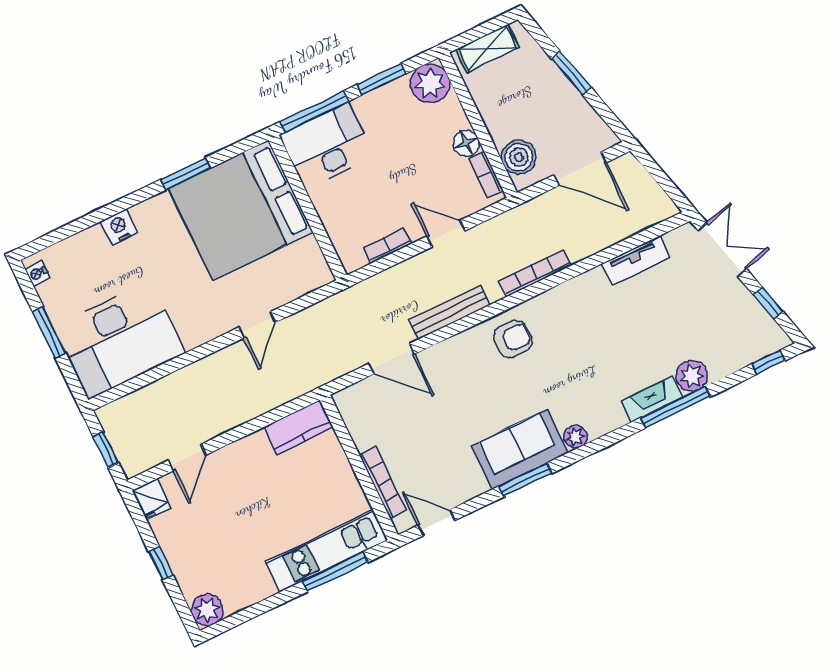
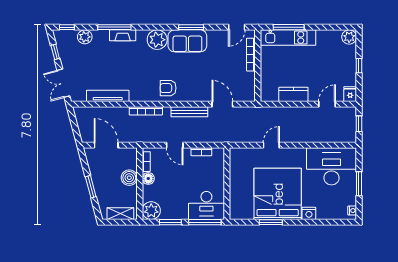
boiler: (519, 157) -> (129, 178), moved
bed: (241, 210) -> (278, 194), moved, turned -90
tv unit: (636, 261) -> (108, 96), width x1.41
plant: (692, 376) -> (85, 37), moved
kitchen counter: (299, 427) -> (293, 94), moved
plant: (575, 437) -> (157, 40), width x1.87, depth x1.87
door: (436, 523) -> (237, 27), hinge flipped

